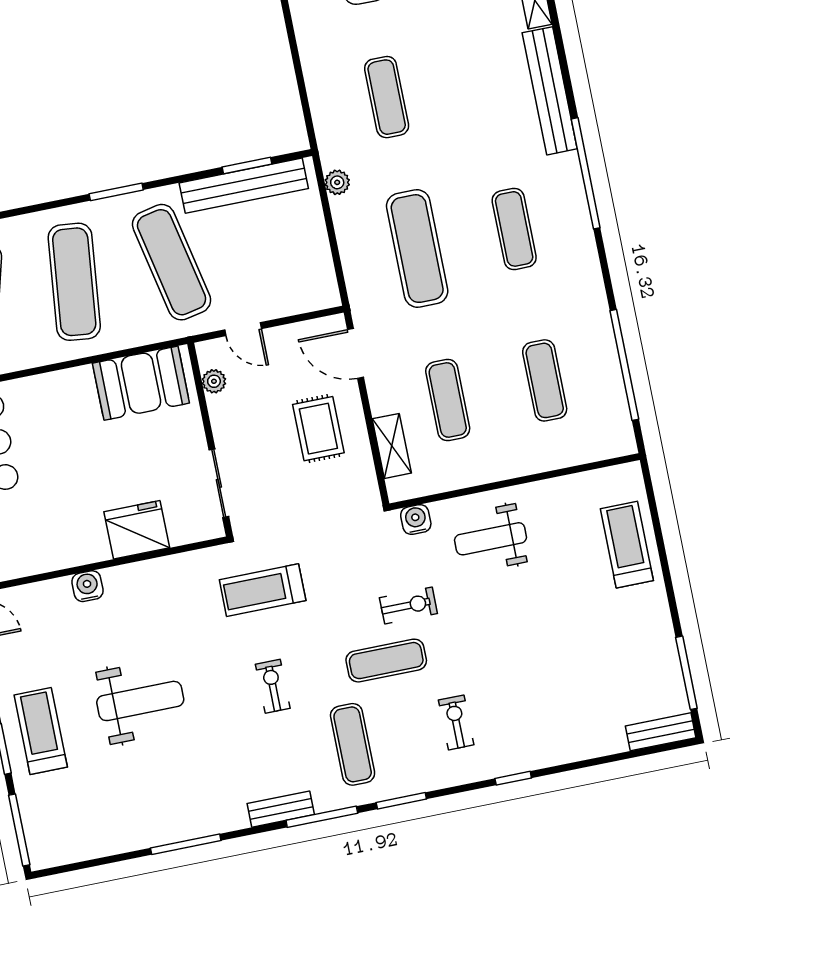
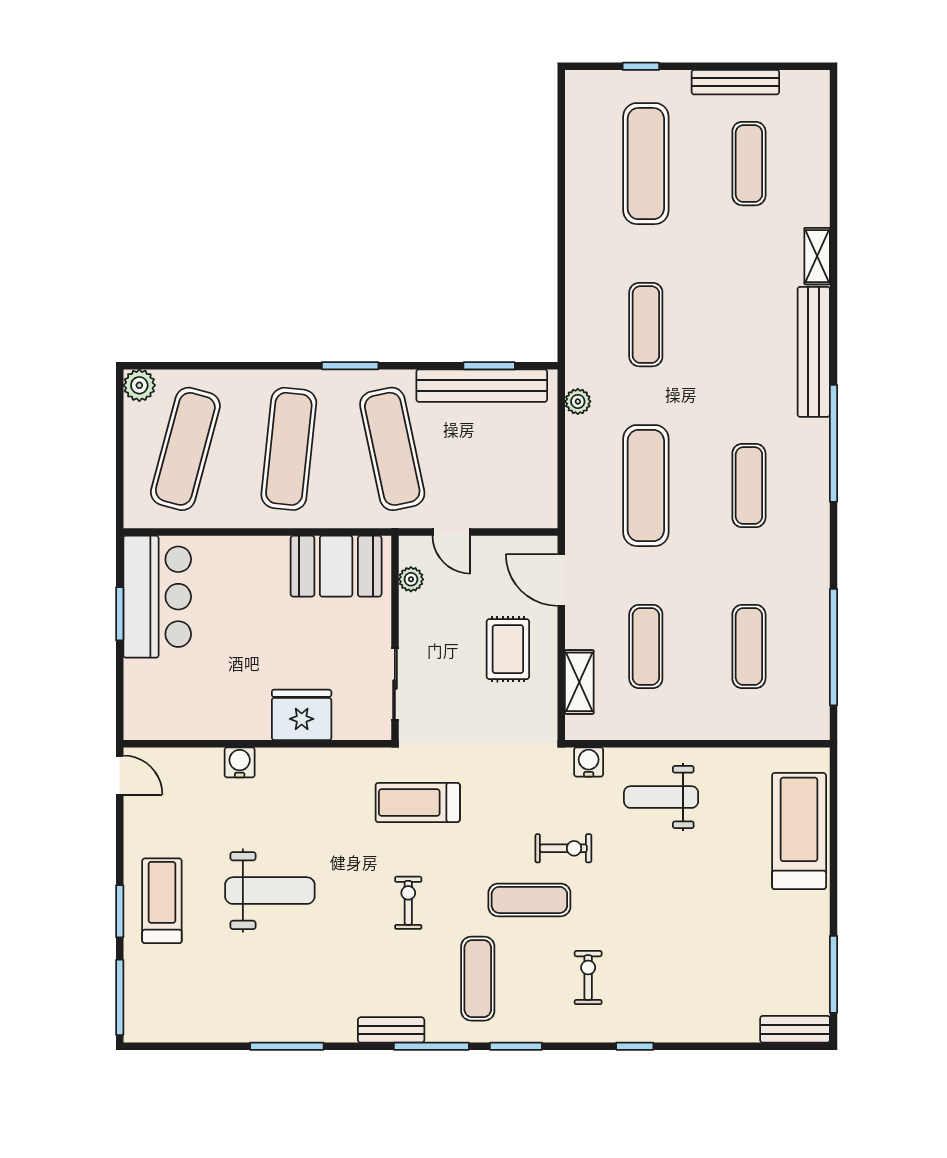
treadmill: (627, 545) -> (799, 831), width x1.37, depth x1.38

